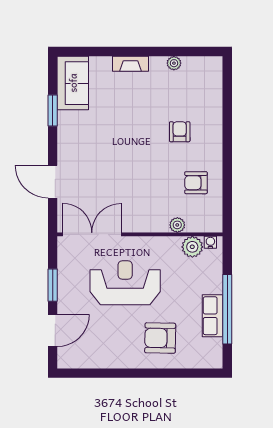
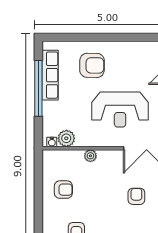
armchair: (105, 174) -> (136, 196), added
plant: (177, 225) -> (90, 156), moved
row of seats: (213, 316) -> (50, 75), width x1.48

